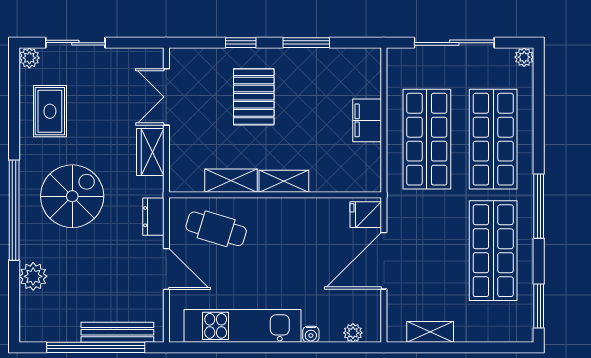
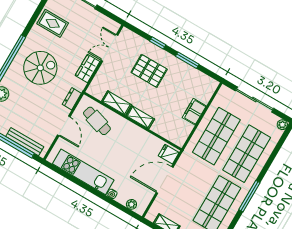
pallet: (254, 97) -> (149, 71), turned 90
rug: (50, 111) -> (53, 23), turned 90

